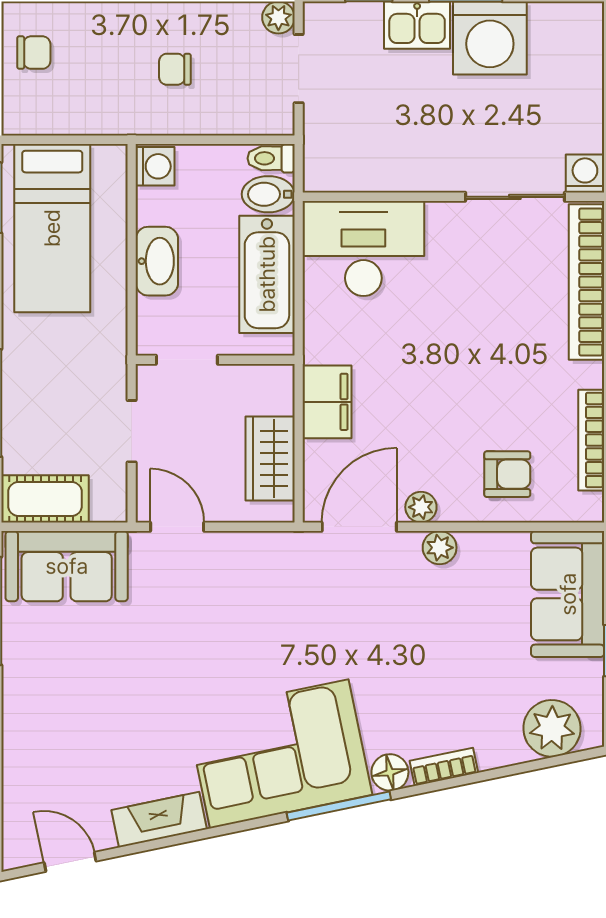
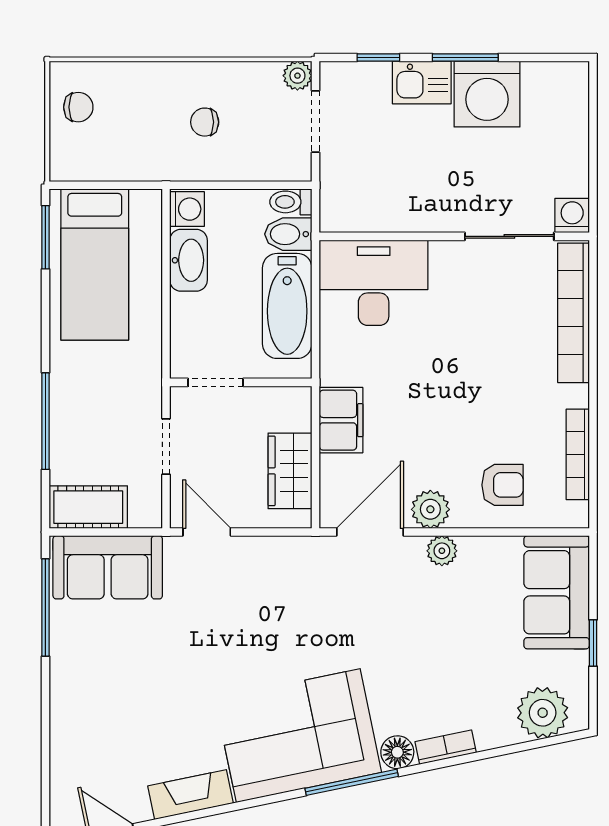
washbasin: (157, 261) -> (188, 260), moved
plant: (421, 507) -> (430, 509), width x1.38, depth x1.38

